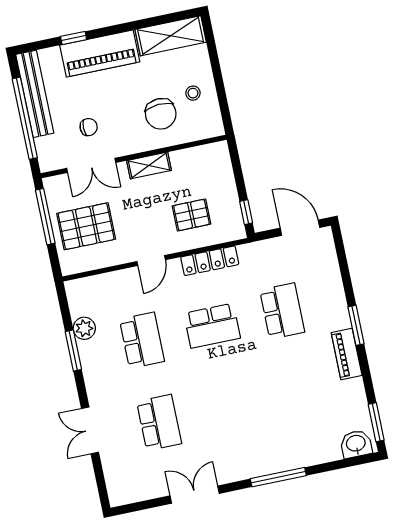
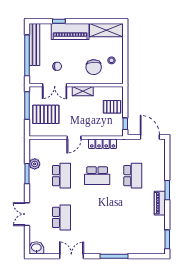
pallet: (191, 215) -> (112, 107), moved
washbasin: (356, 444) -> (36, 248), moved

